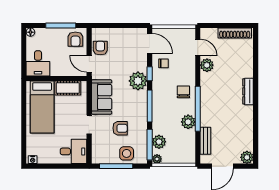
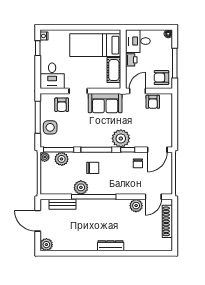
shoe rack: (235, 33) -> (167, 221), moved
armchair: (100, 48) -> (153, 102), turned 90
printer: (57, 70) -> (131, 60), added
chair: (183, 92) -> (93, 168), moved
armchair: (120, 128) -> (62, 105), moved
window: (45, 166) -> (38, 48), added

